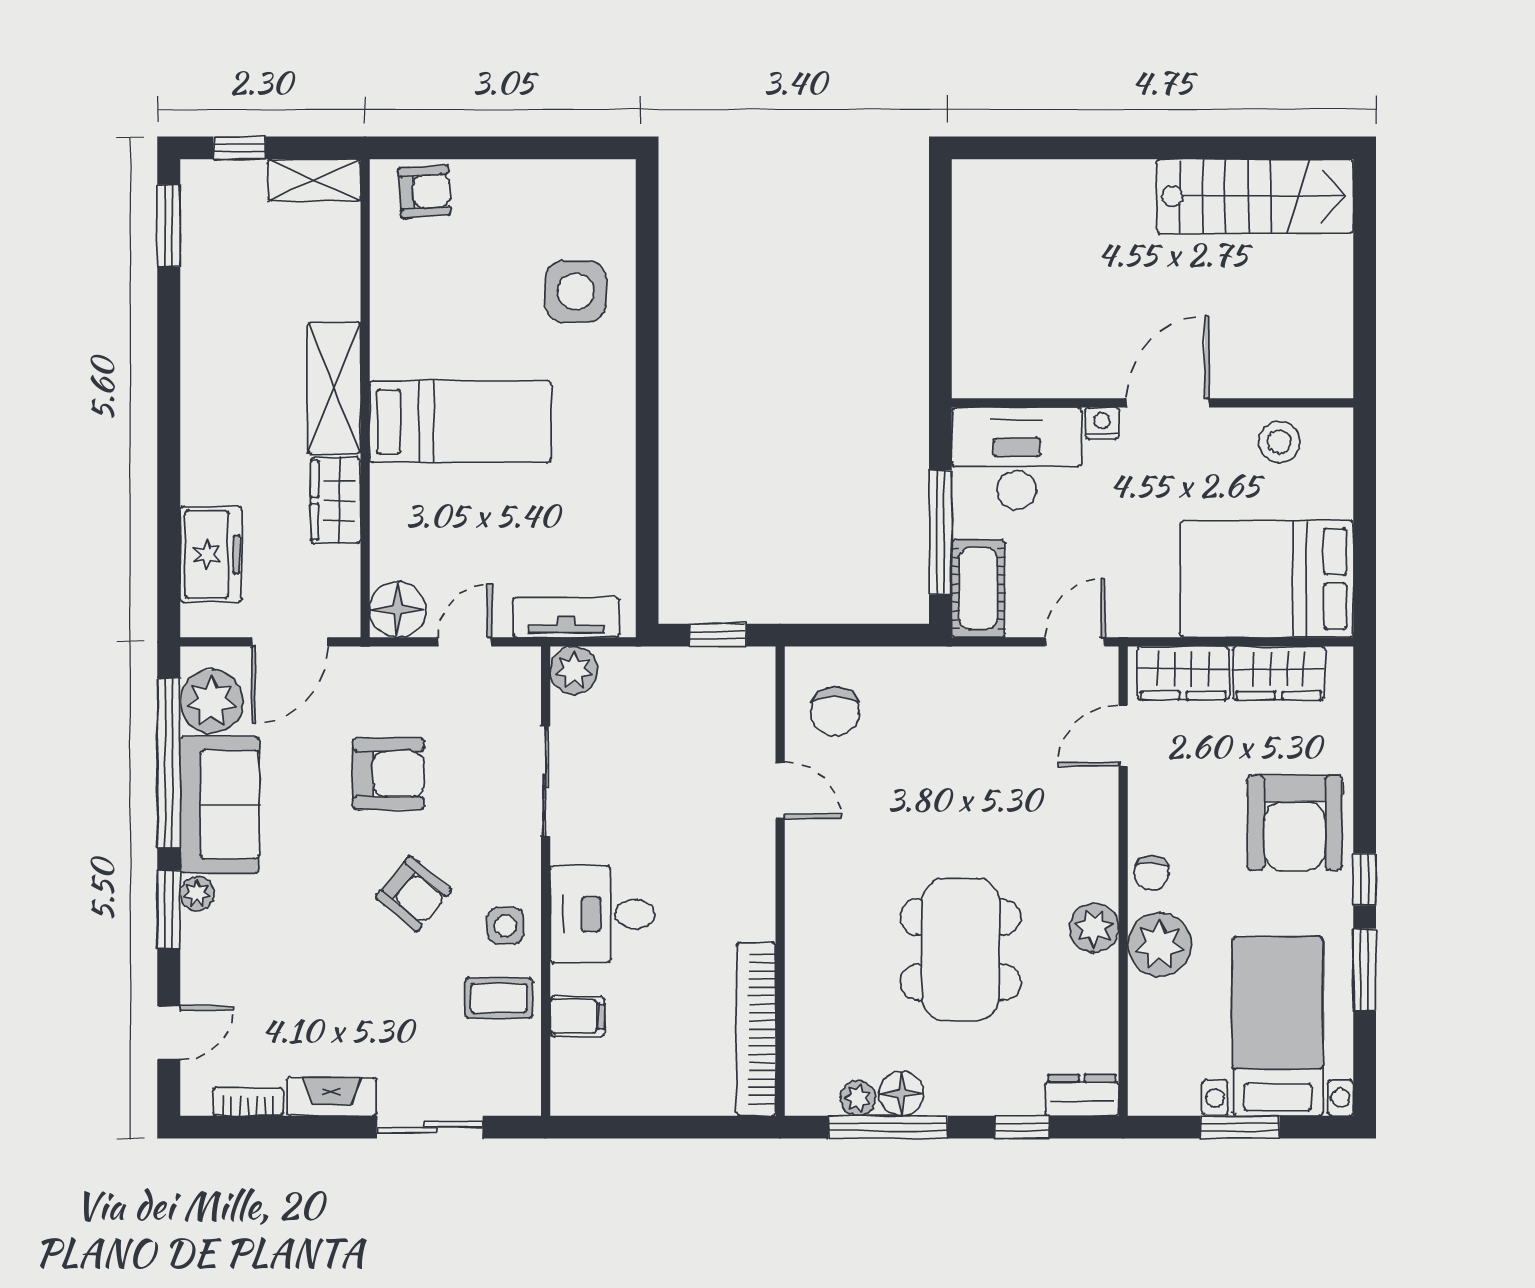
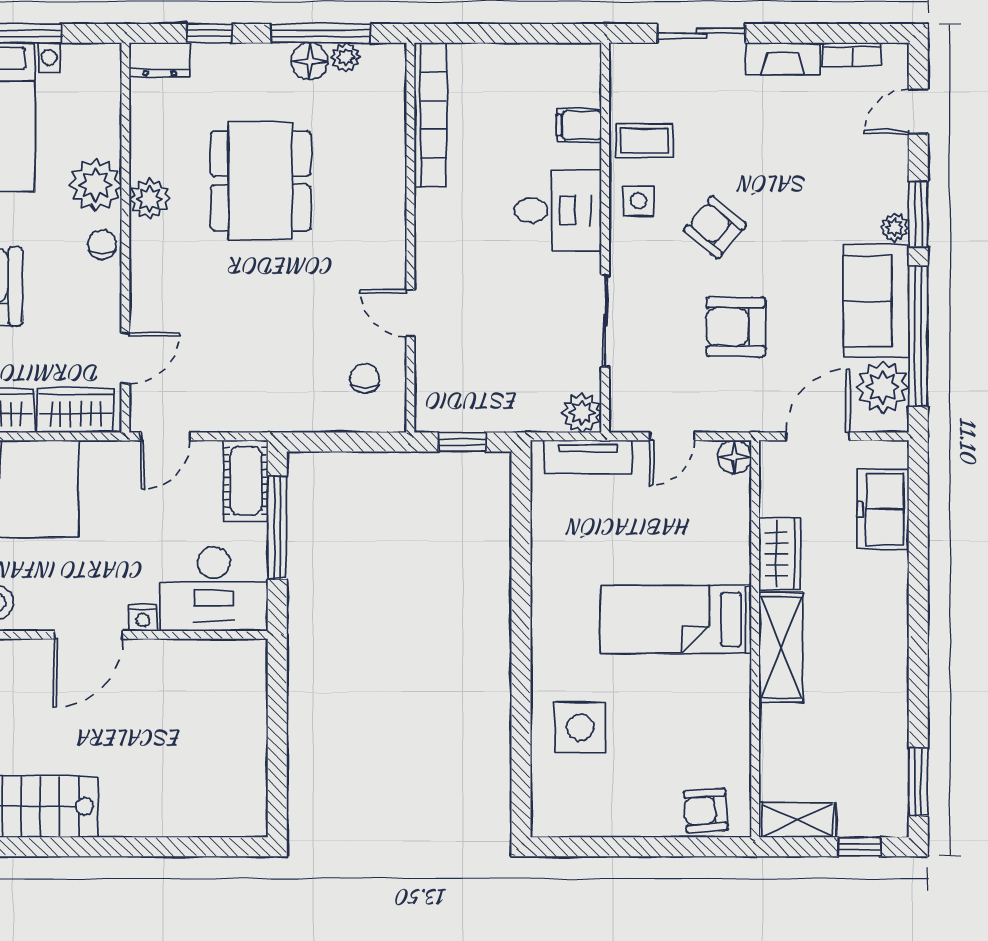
floor lamp: (398, 609) -> (734, 457), width x0.73, depth x0.73
chair: (835, 712) -> (365, 379), width x0.73, depth x0.73

